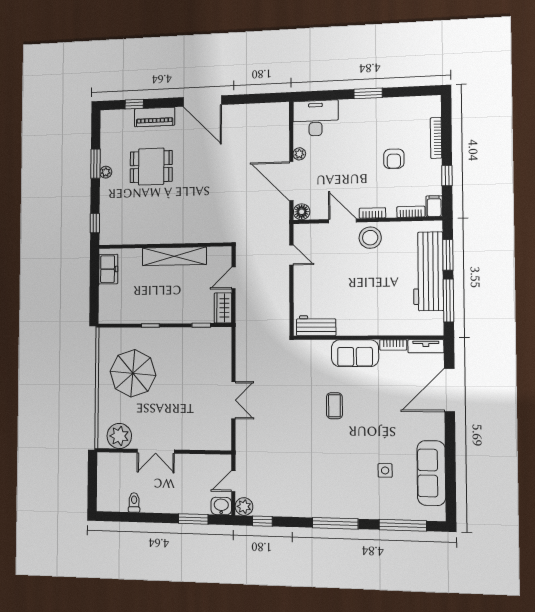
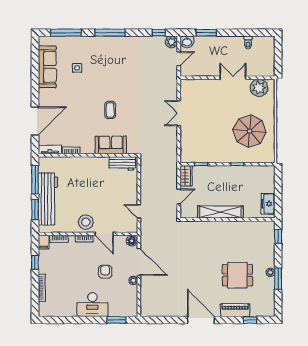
window: (368, 93) -> (116, 320), moved
desk: (316, 118) -> (92, 305), moved
armchair: (394, 159) -> (105, 272), moved
sofa: (355, 353) -> (111, 145), moved

